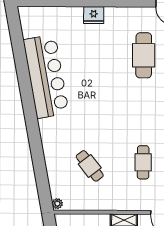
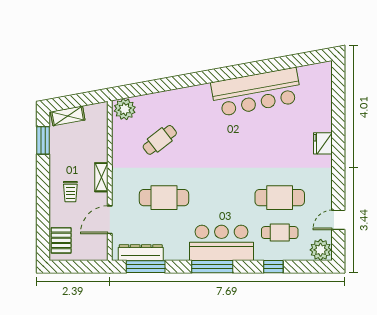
cafe table: (143, 162) -> (164, 198), width x1.37, depth x1.35
plant: (57, 204) -> (125, 109), width x1.88, depth x1.88

